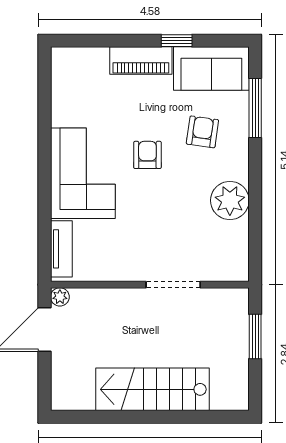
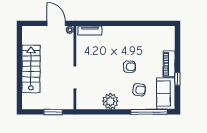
window: (255, 108) -> (149, 112), width x1.46
corner sofa: (83, 173) -> (122, 40), removed

